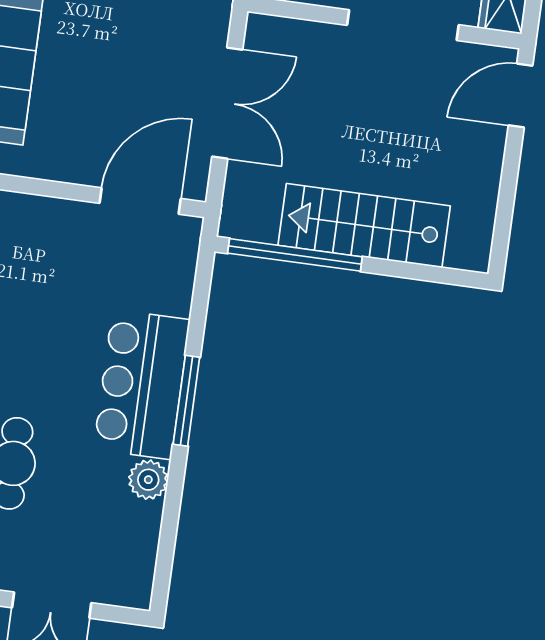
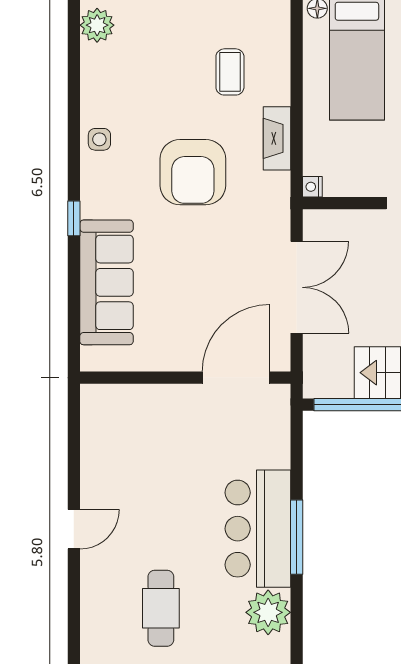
plant: (148, 480) -> (268, 612), width x1.36, depth x1.36

